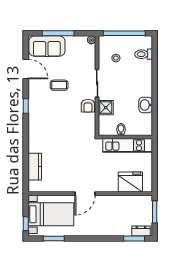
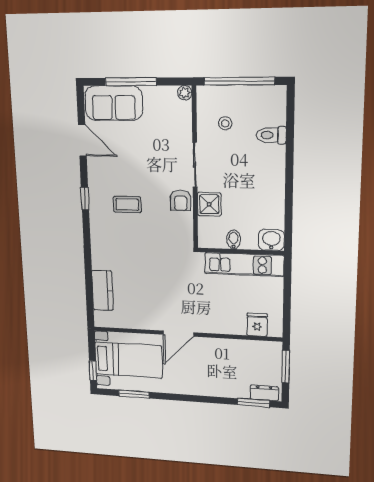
toilet: (144, 54) -> (271, 135), moved
coffee table: (59, 85) -> (127, 204), moved
washbasin: (146, 105) -> (271, 240), moved, turned 90
fridge: (130, 182) -> (257, 325), width x0.53, depth x0.75

